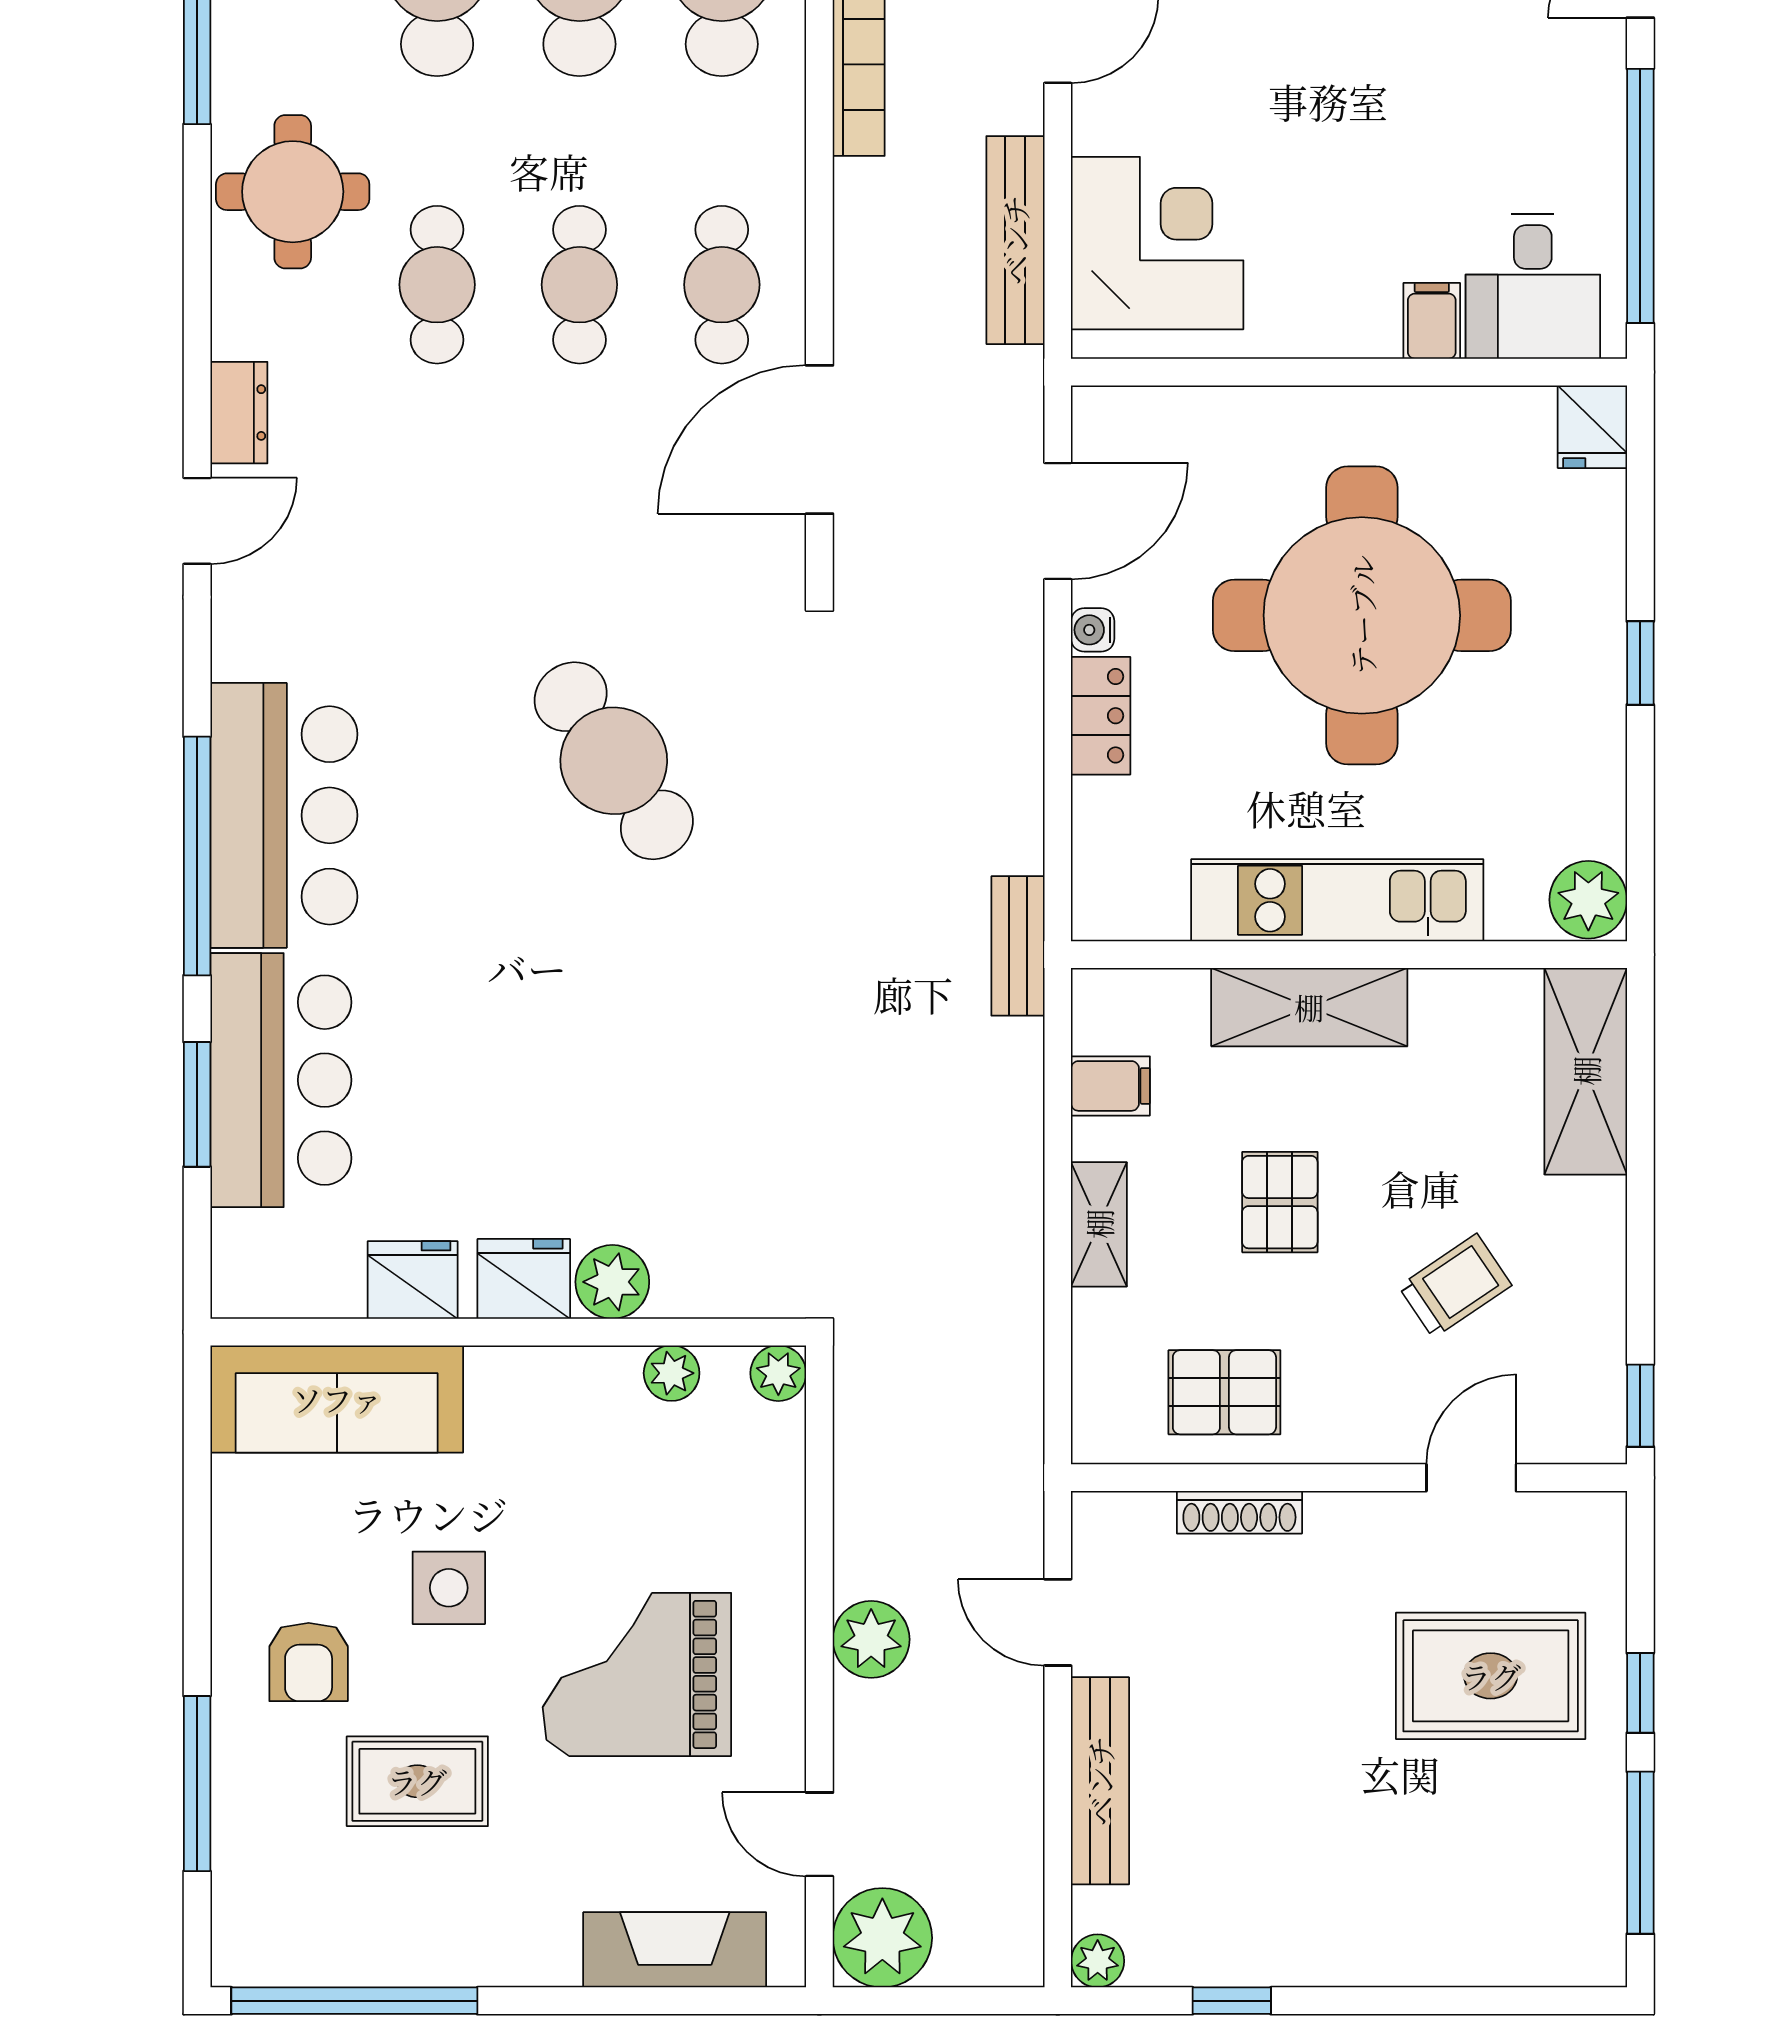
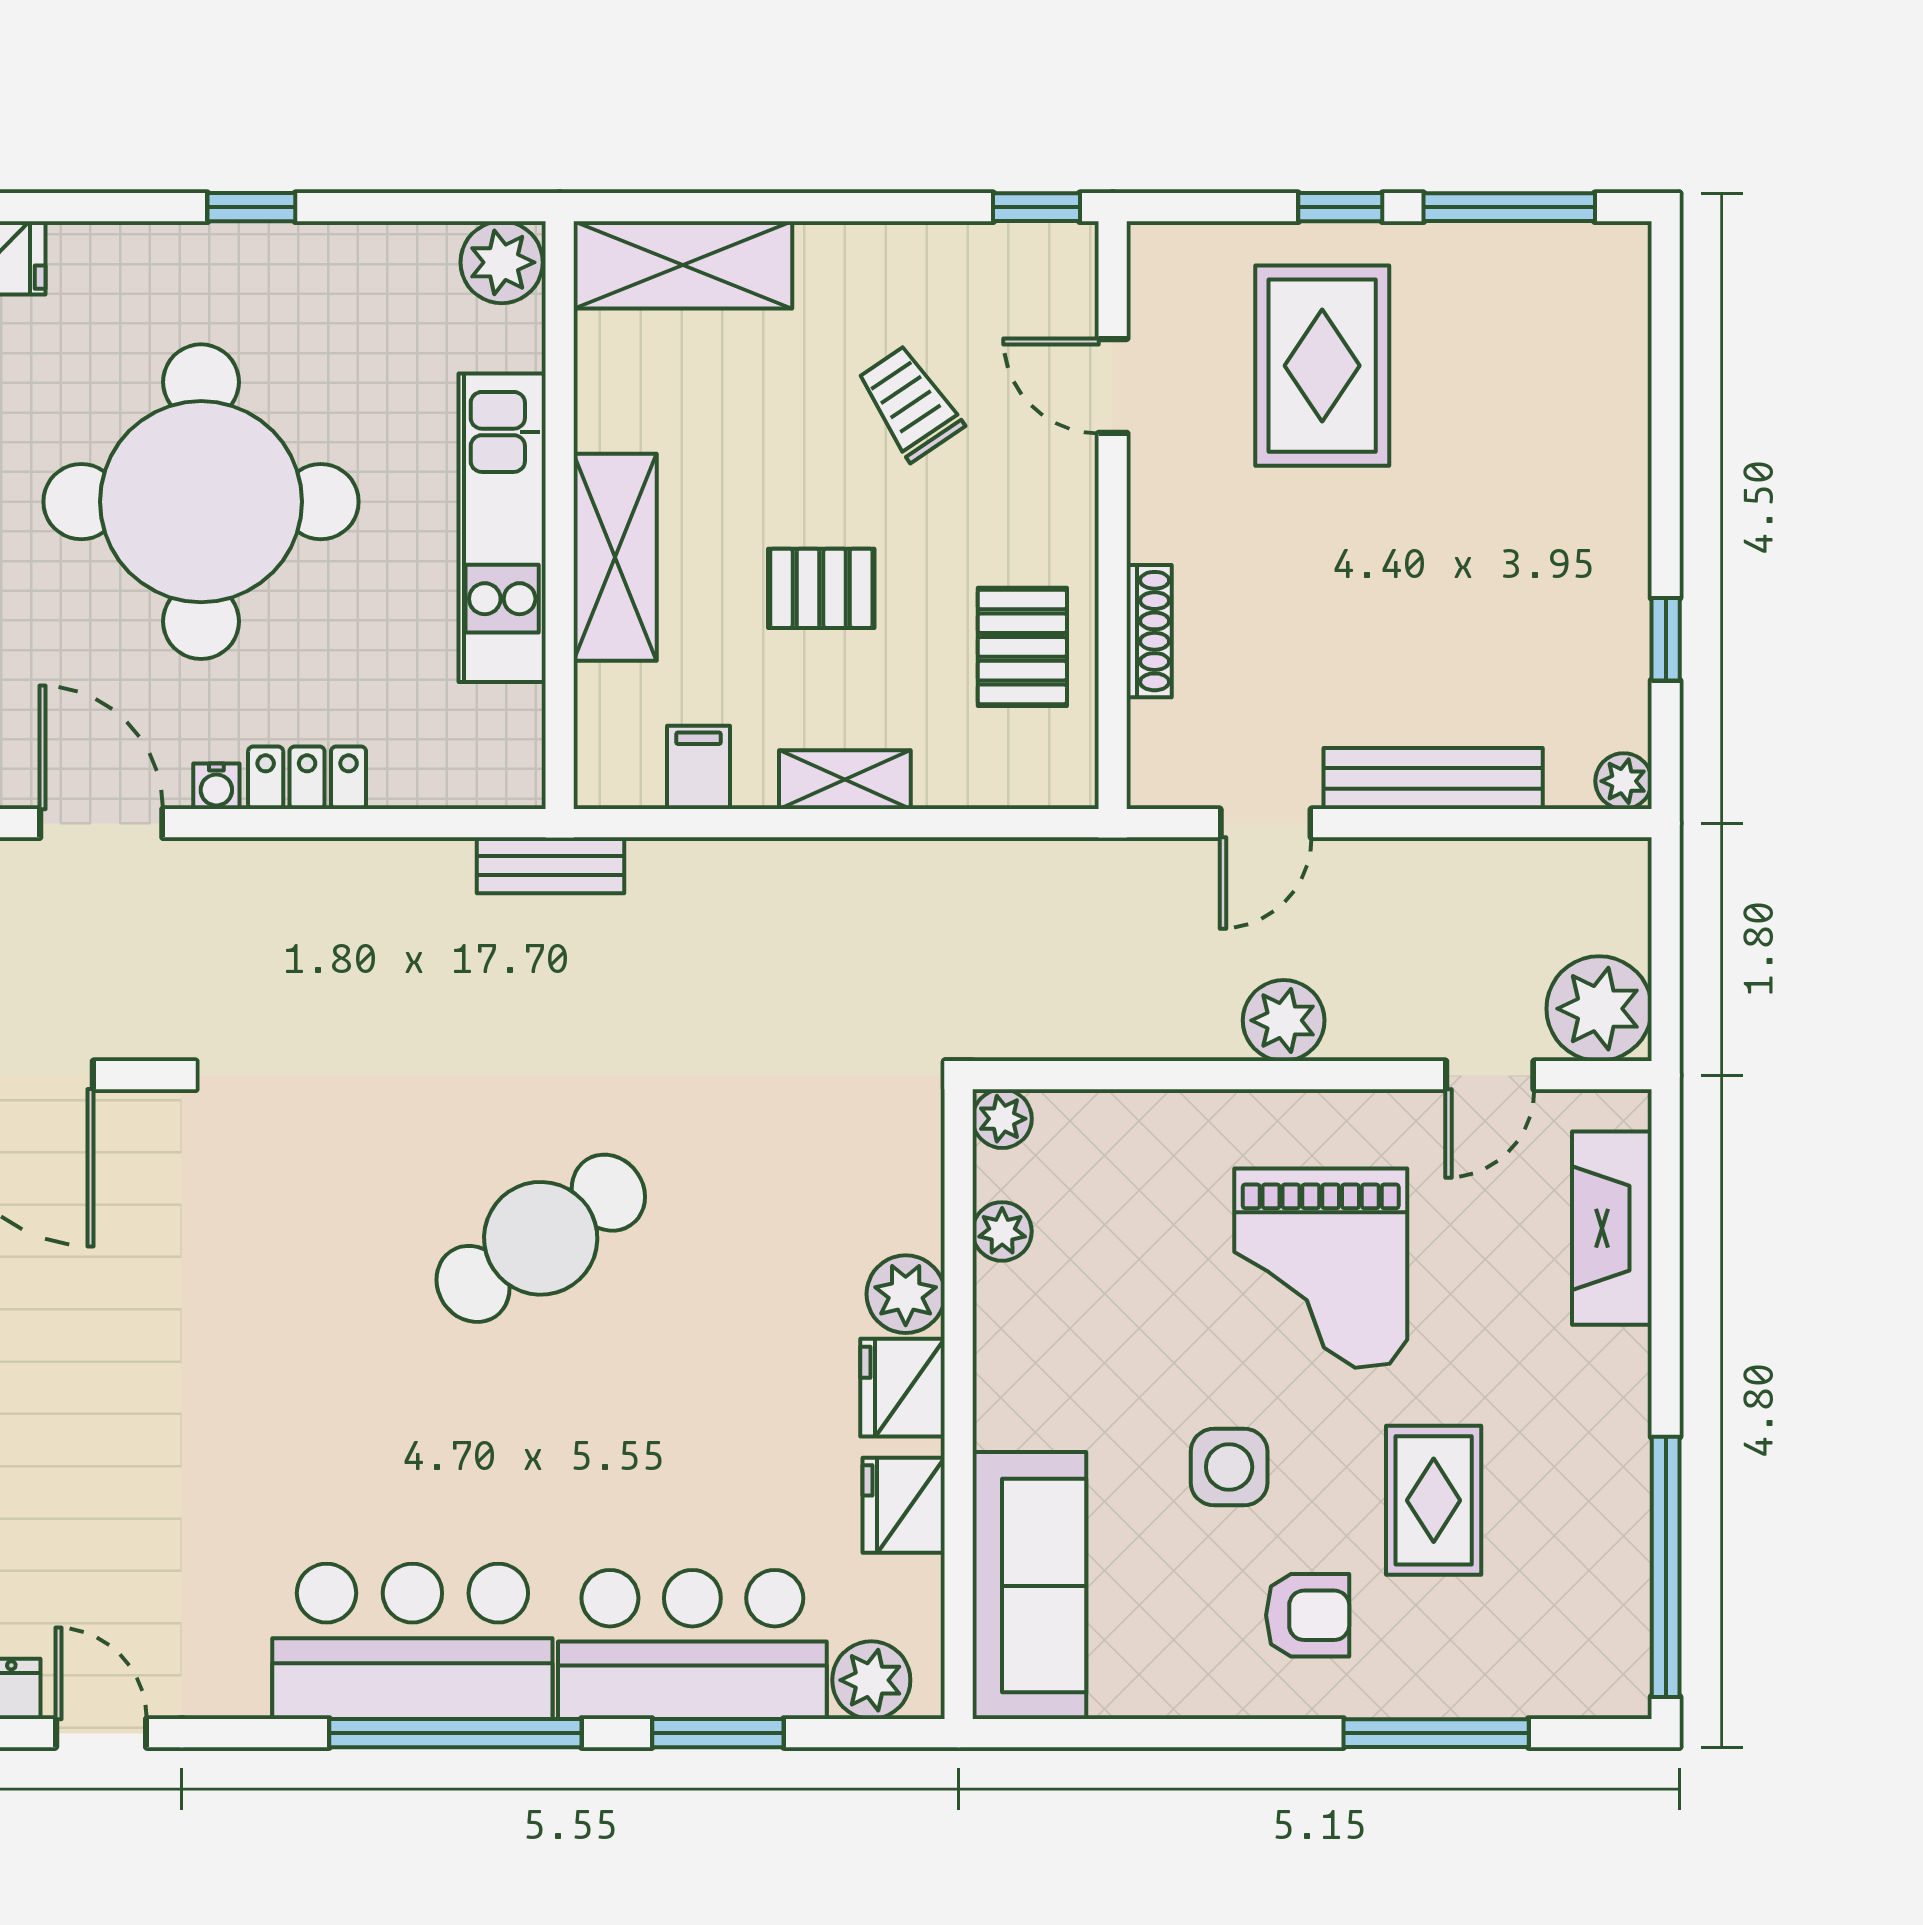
cafe table: (614, 761) -> (541, 1238), moved
plant: (247, 1249) -> (871, 1680), added

